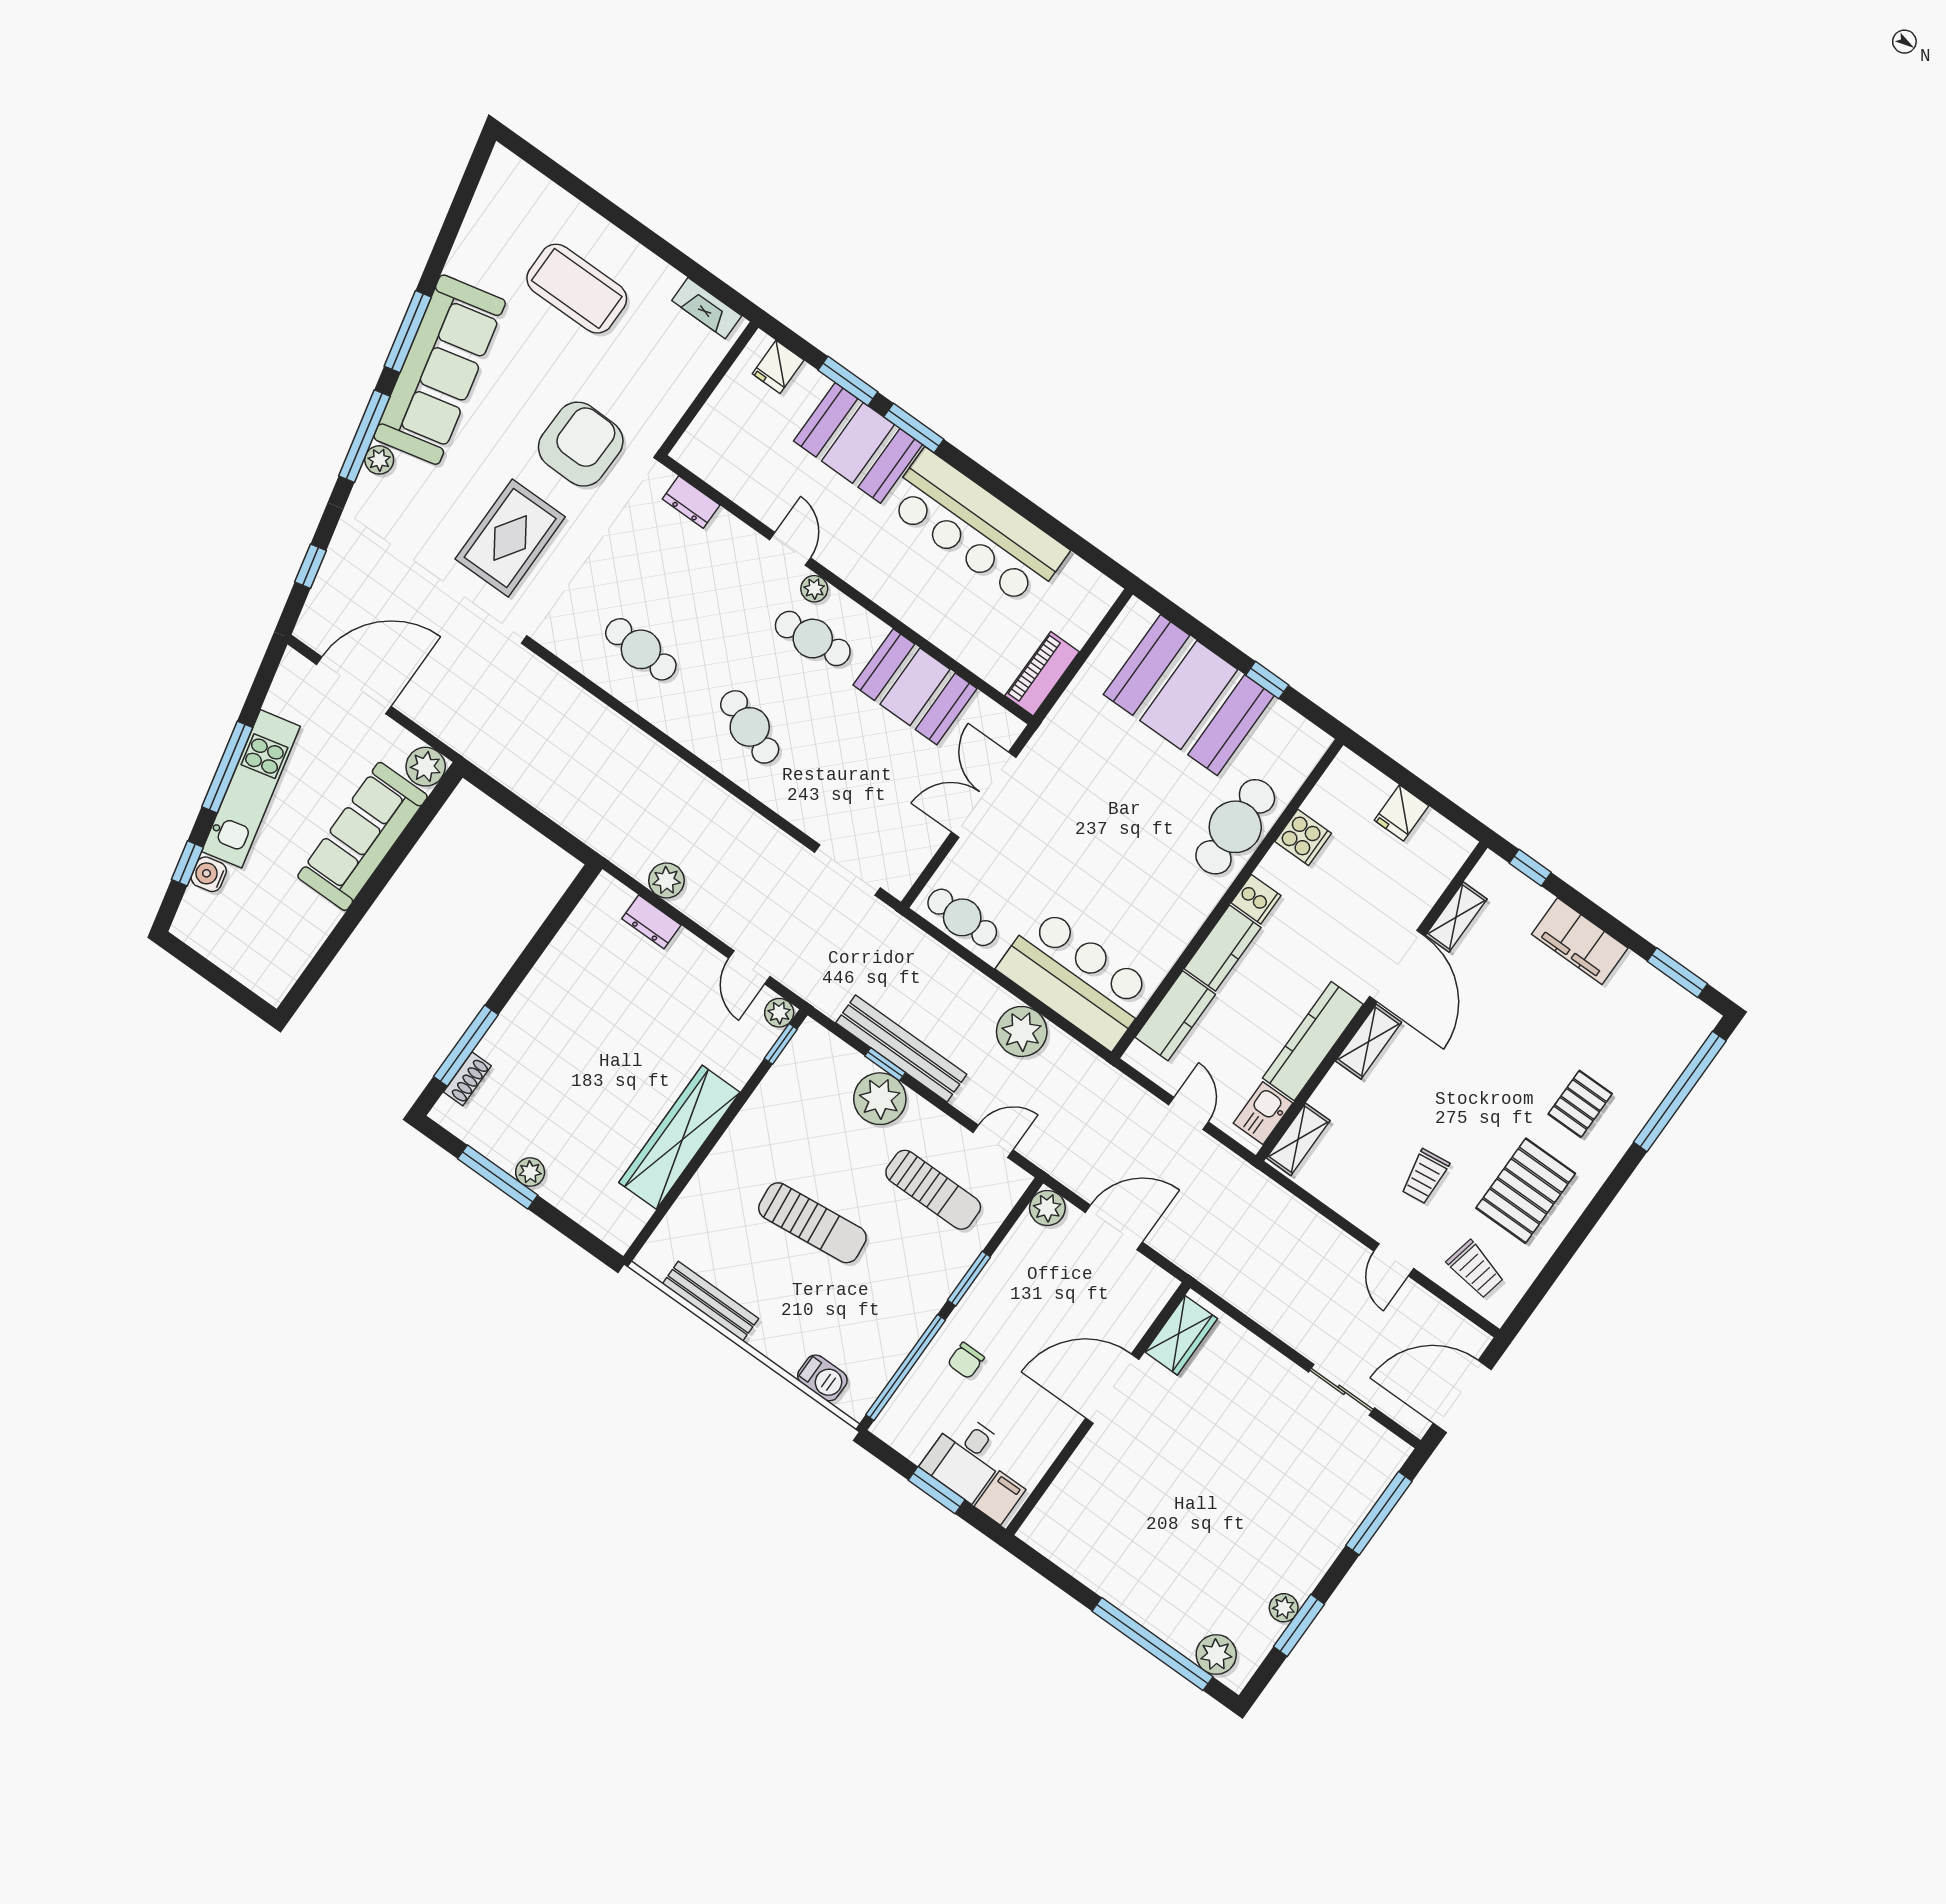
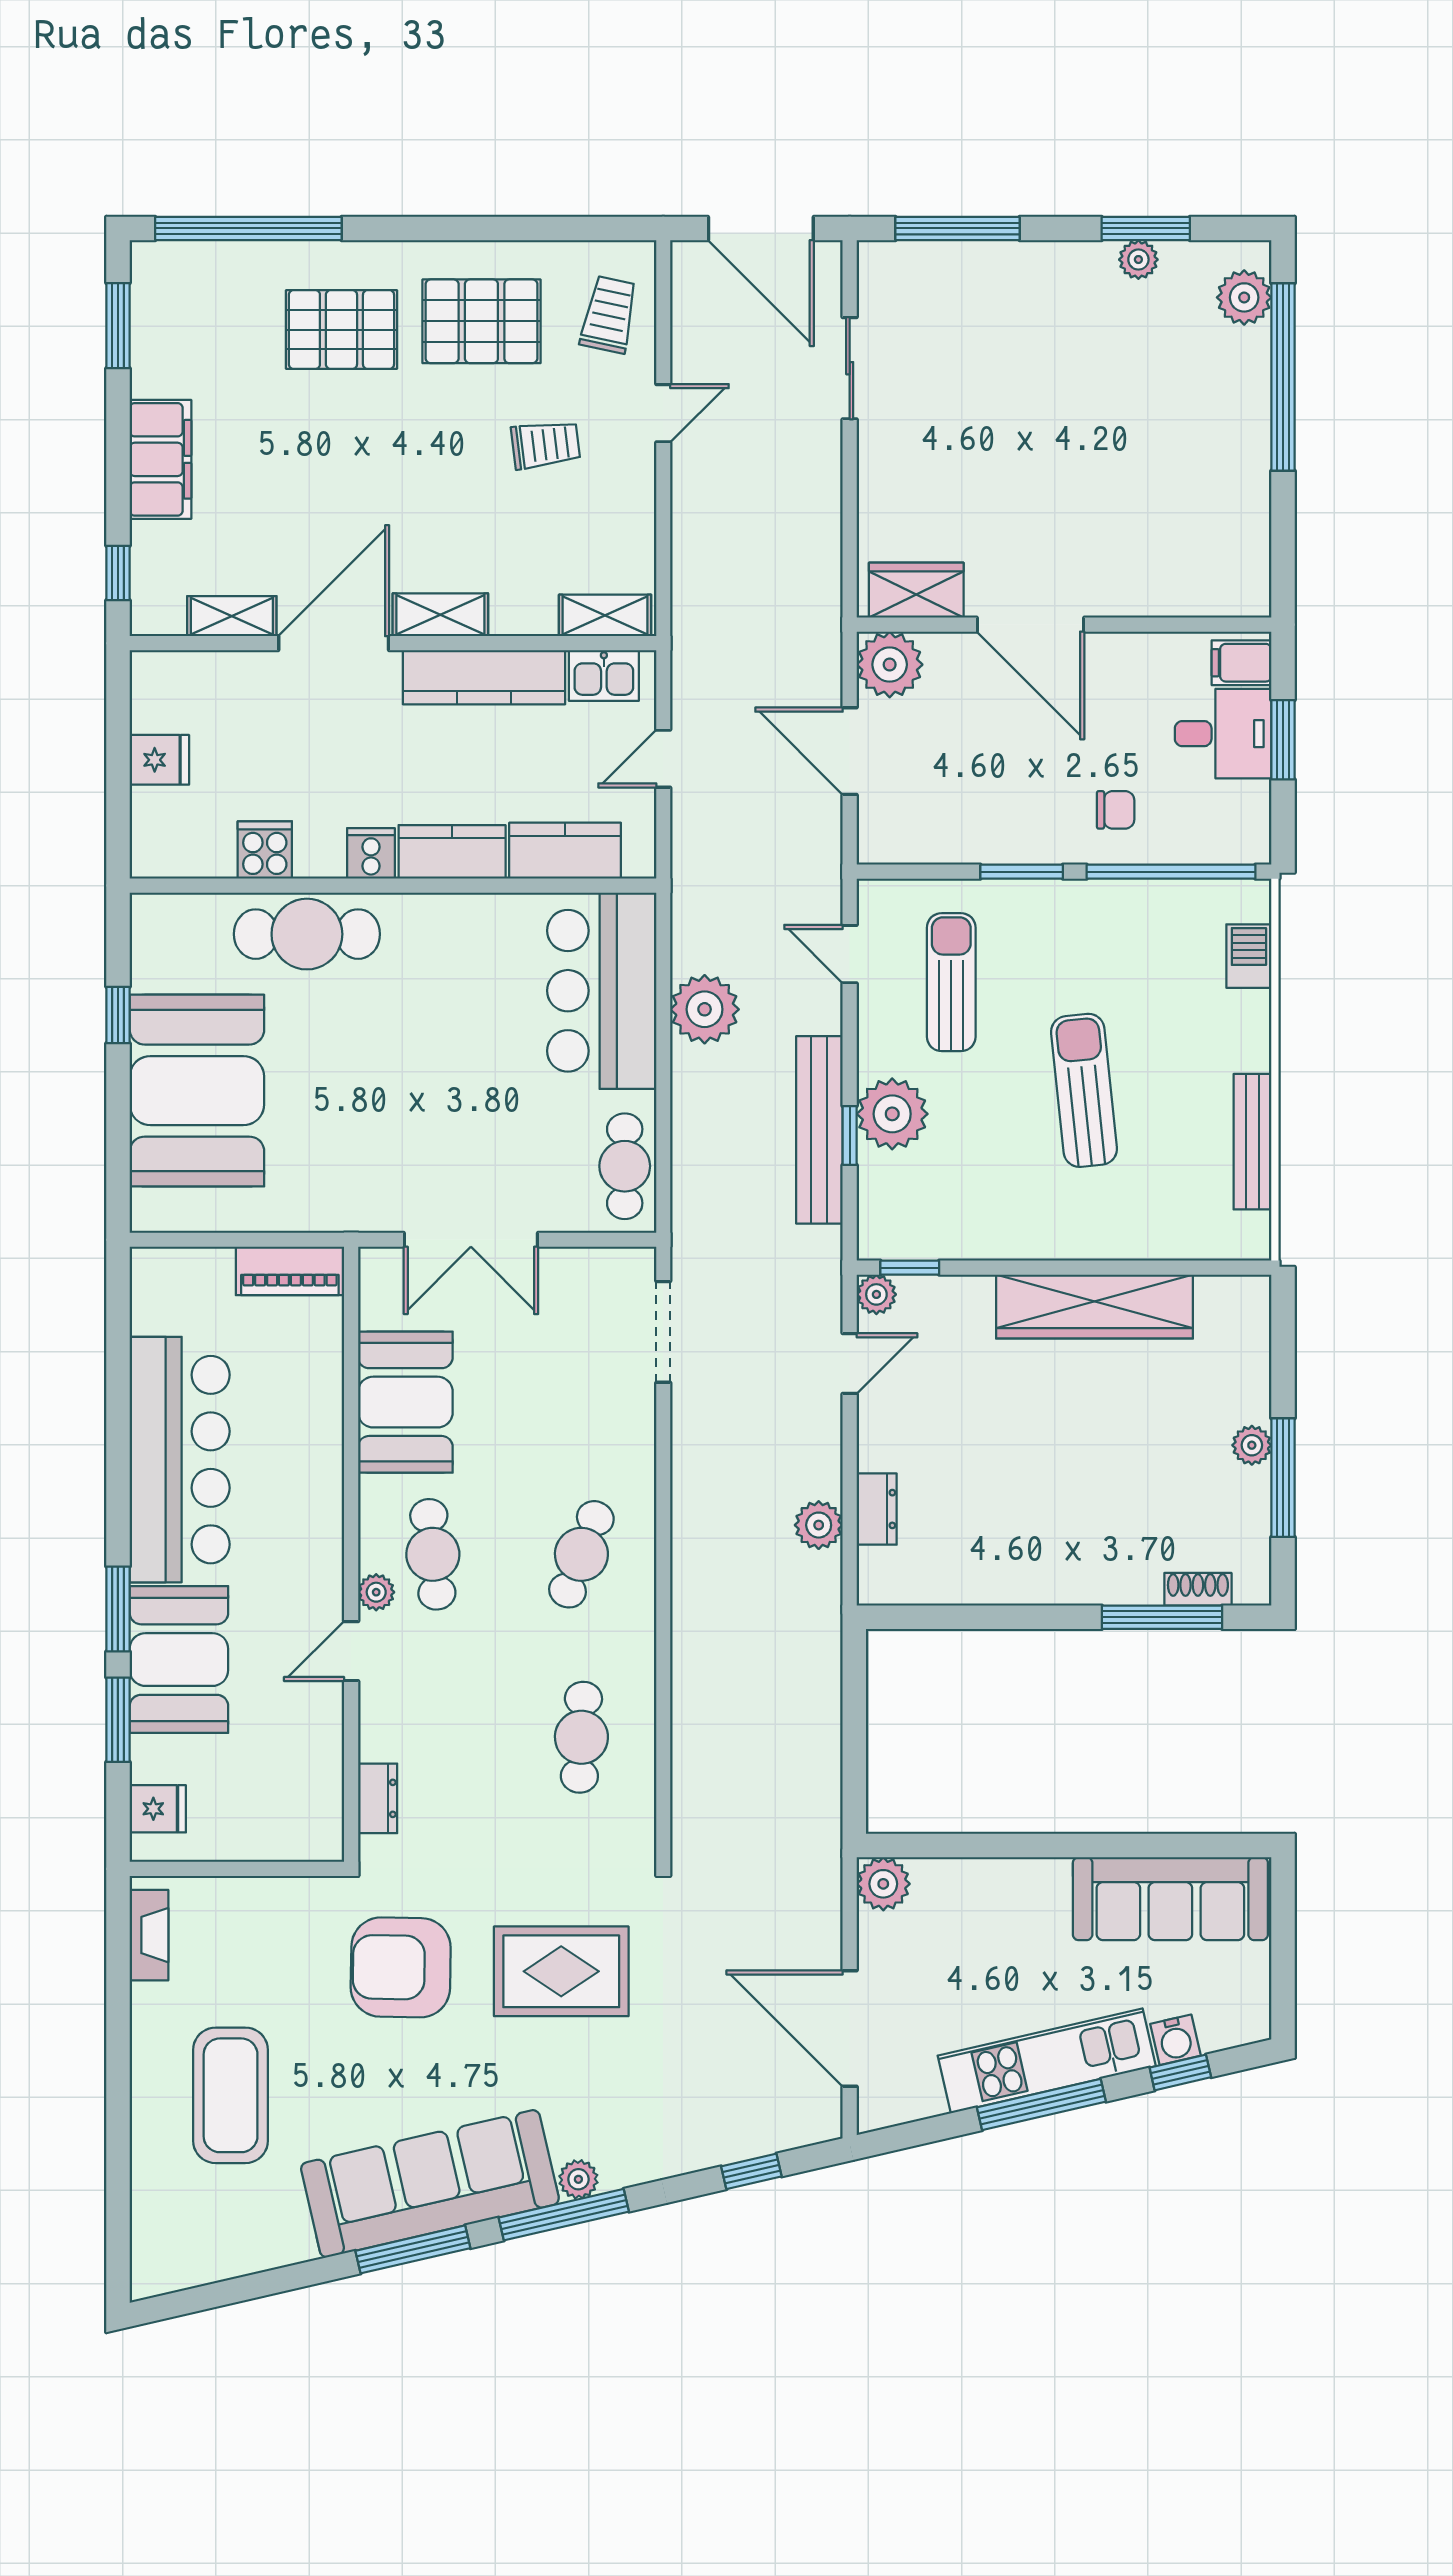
sofa: (362, 836) -> (1170, 1899), moved
pallet: (1580, 1104) -> (341, 330), width x1.50, depth x1.42
plant: (1047, 1208) -> (890, 665), moved, width x1.36, depth x1.36

